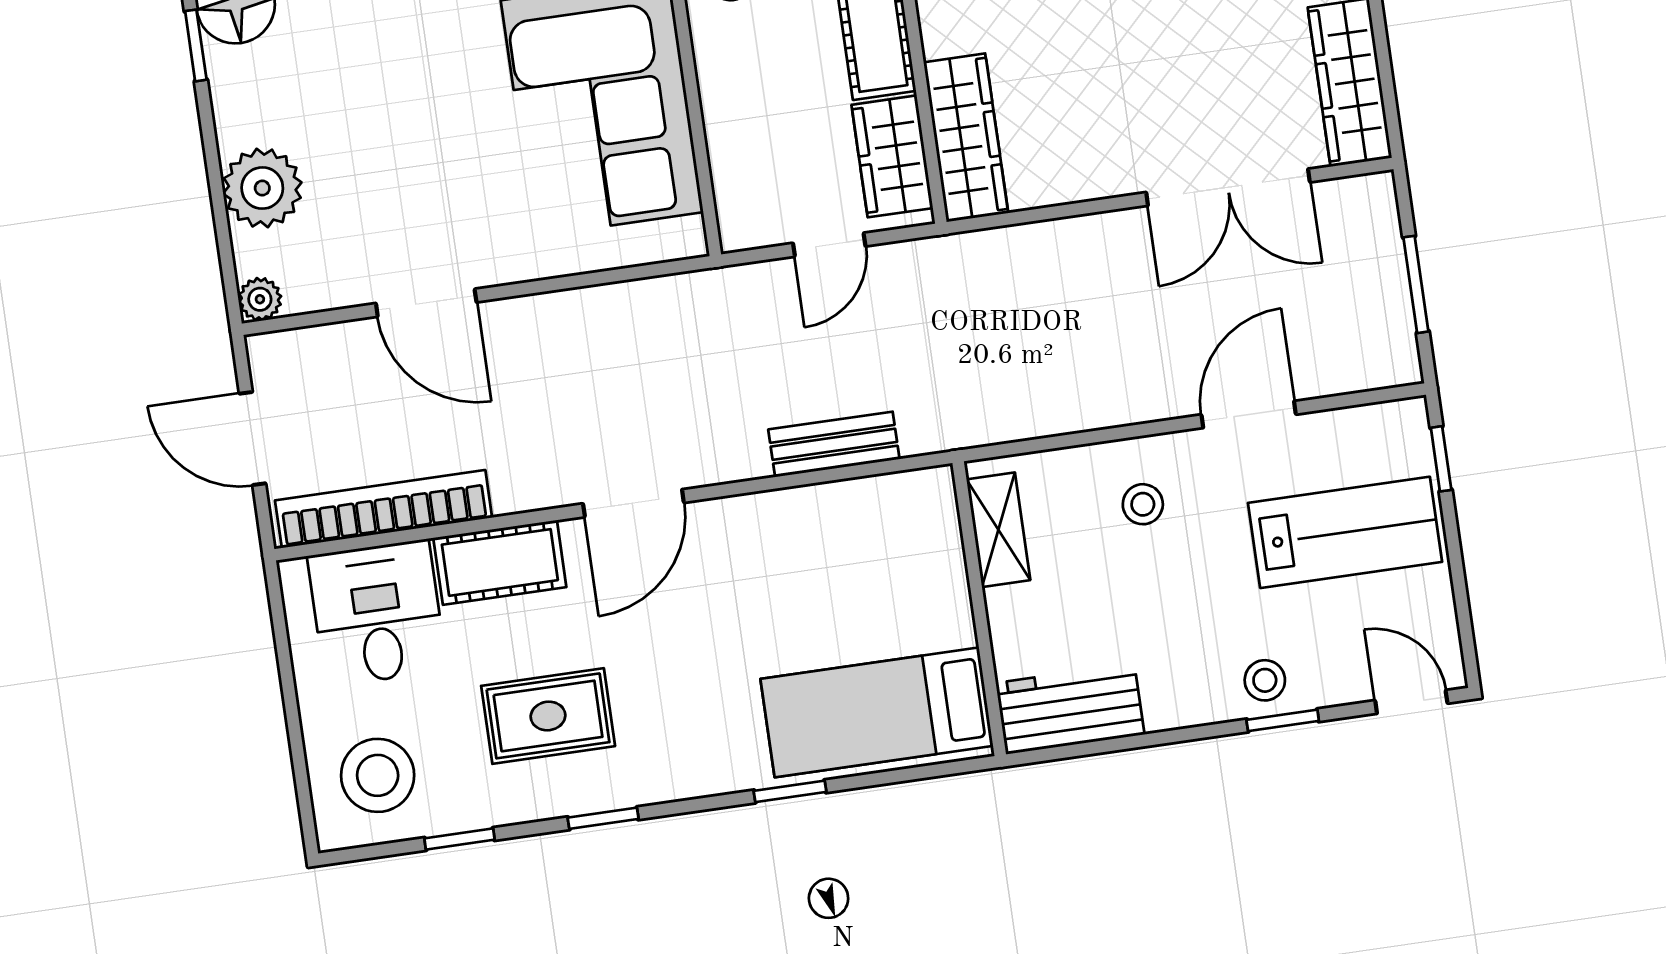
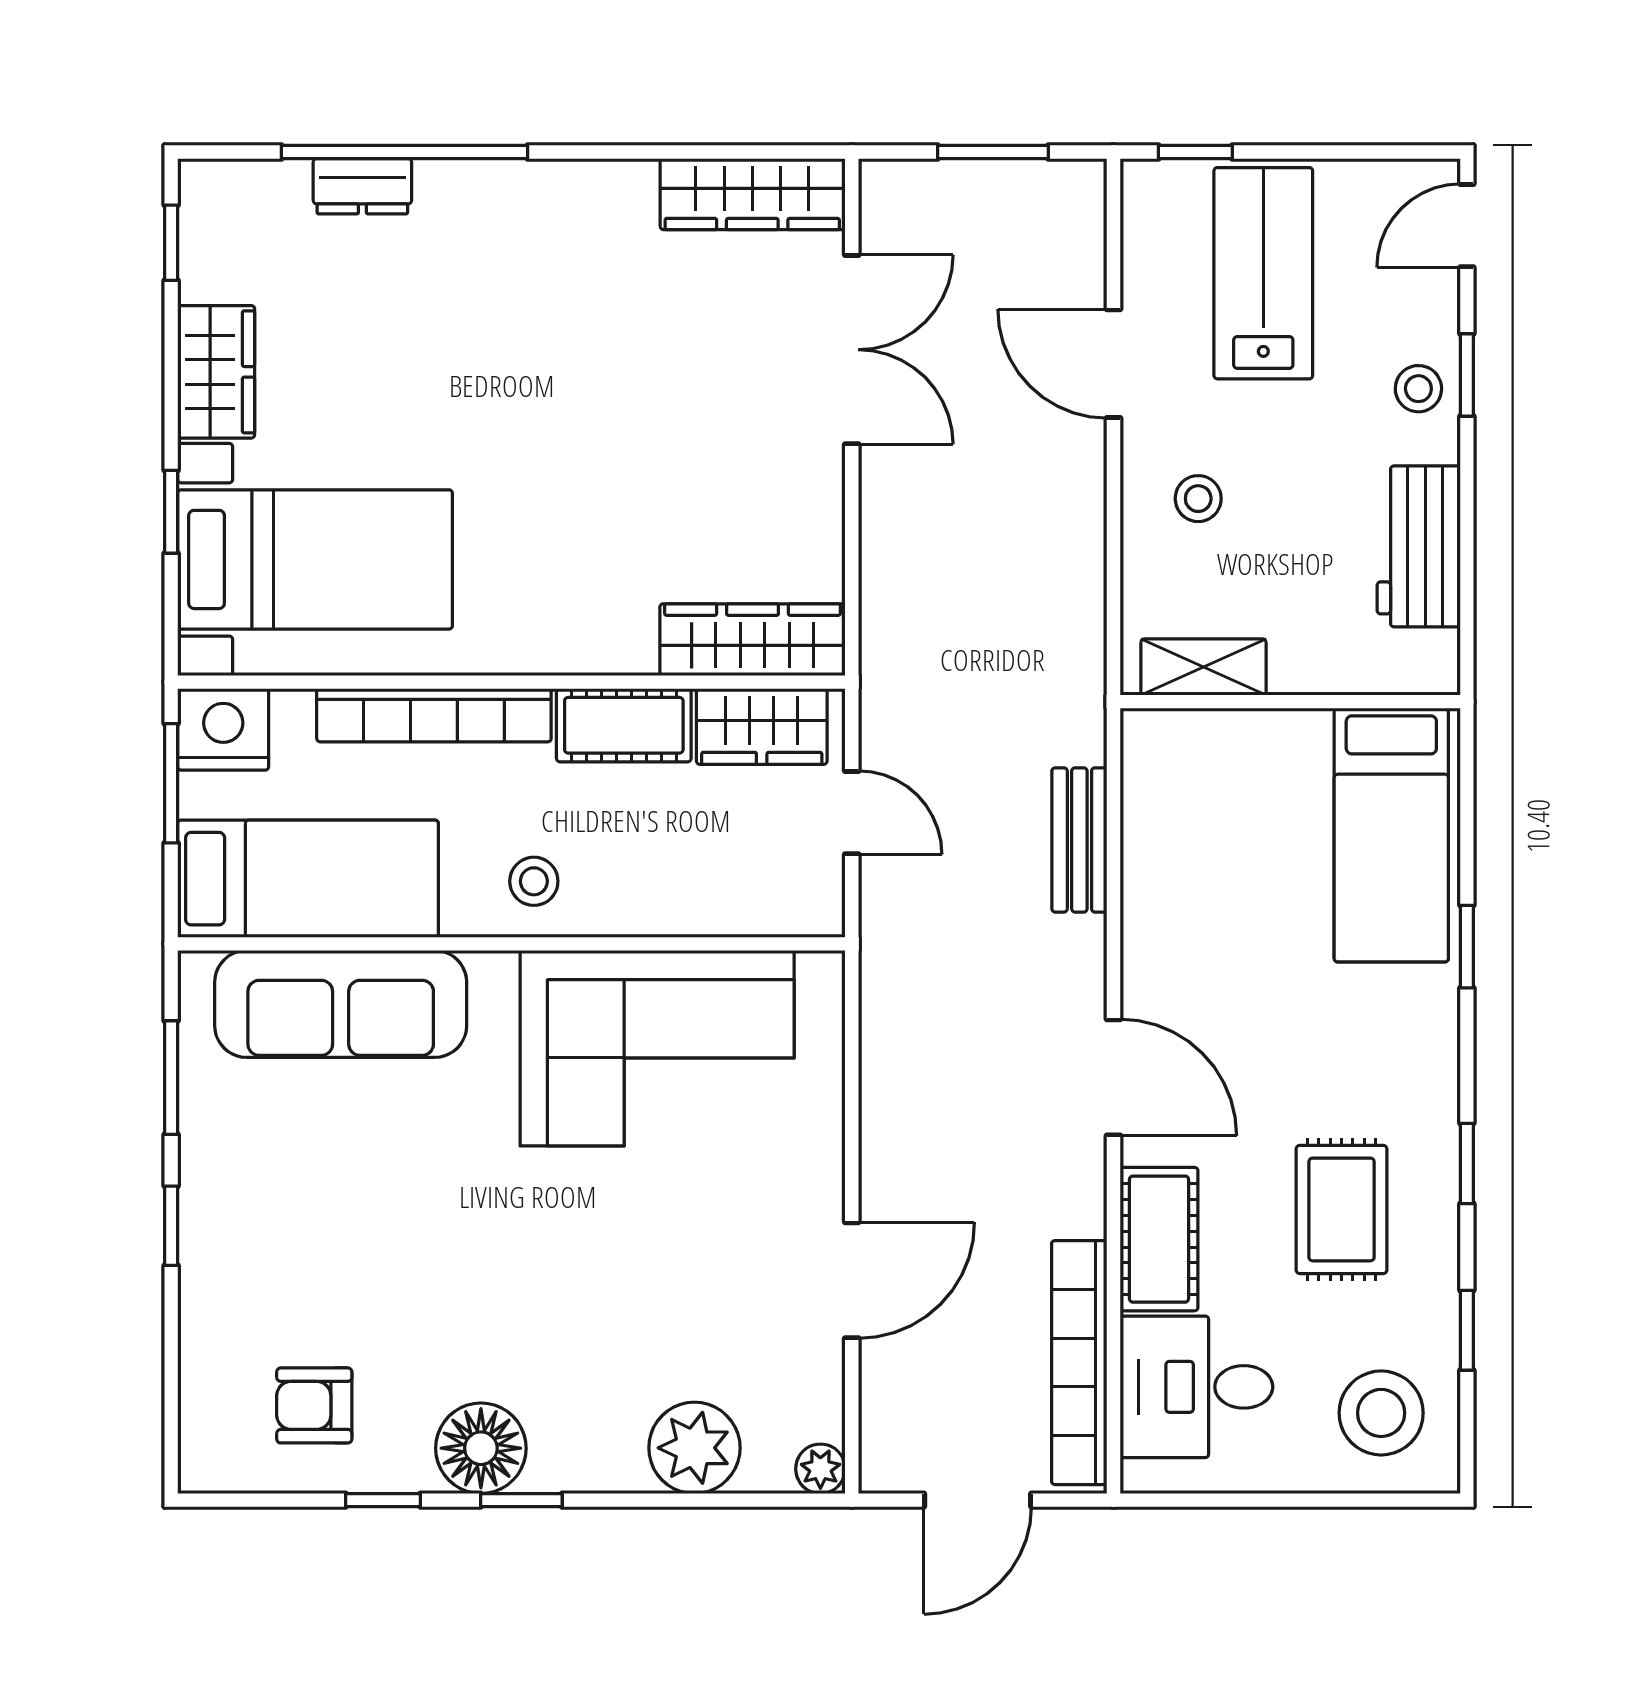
workbench: (1070, 709) -> (1419, 546), moved

